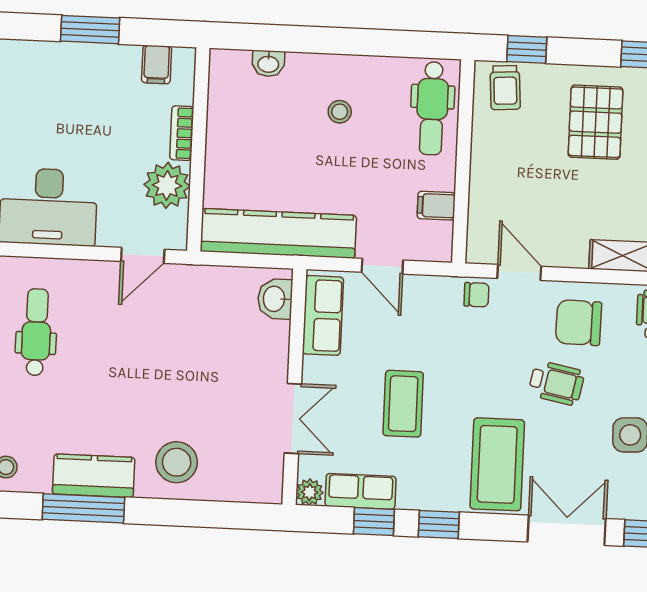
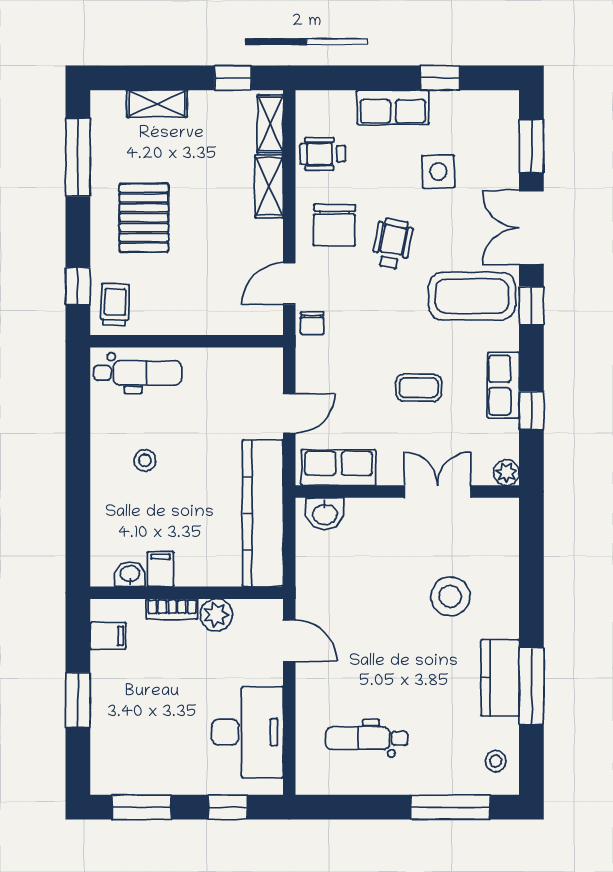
washbasin: (268, 64) -> (130, 574), moved, turned -90
trolley: (505, 88) -> (115, 305), turned -84
pallet: (596, 122) -> (144, 218), turned 90
plant: (167, 185) -> (216, 615), width x0.73, depth x0.73
filing cabinet: (436, 206) -> (161, 569), moved, turned 180
chair: (476, 295) -> (312, 323), turned 180
coffee table: (403, 404) -> (419, 388), width x0.73, depth x0.77
stool: (177, 462) -> (450, 596), moved
row of seats: (361, 491) -> (503, 385), moved
window: (439, 524) -> (531, 305), moved

